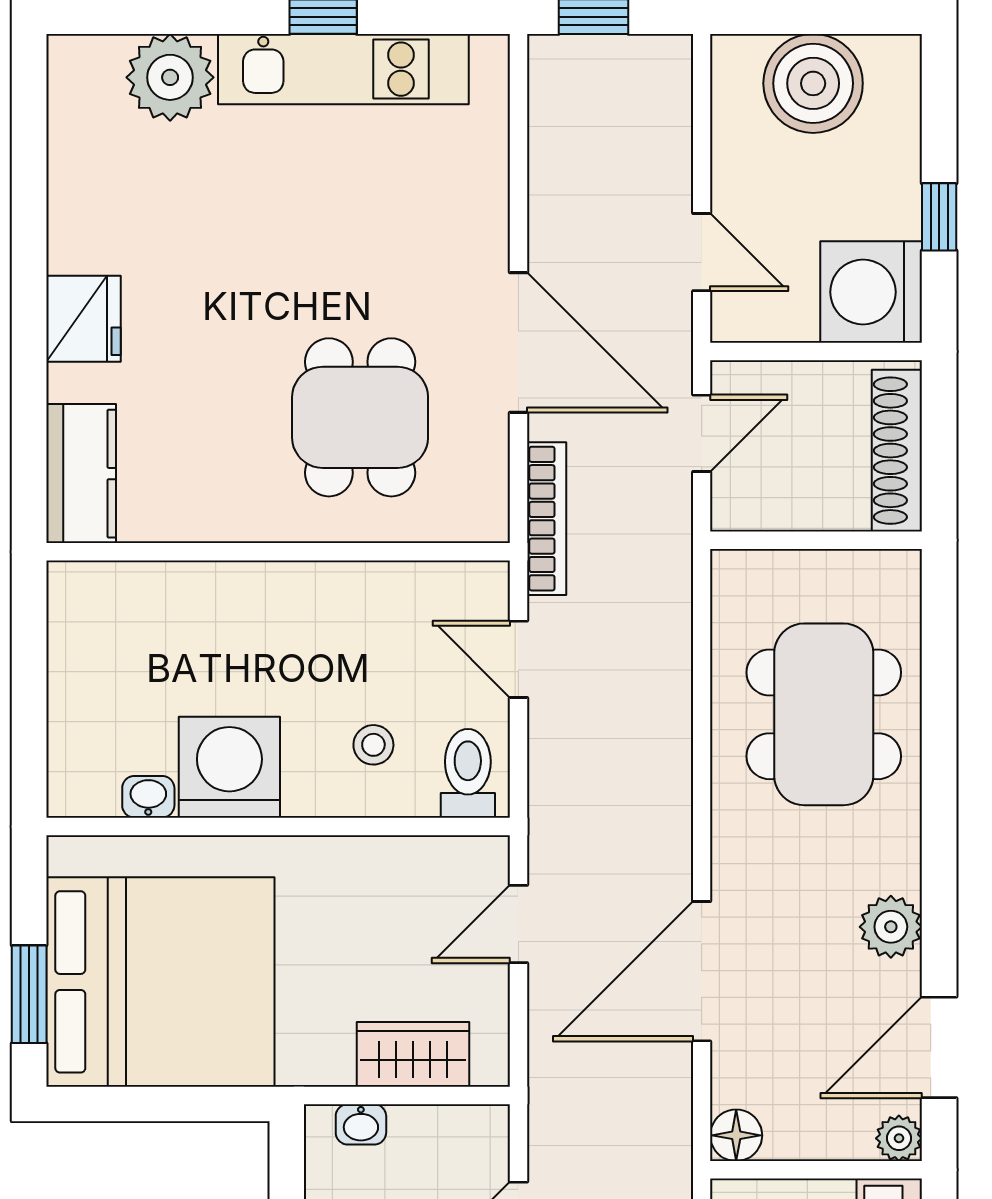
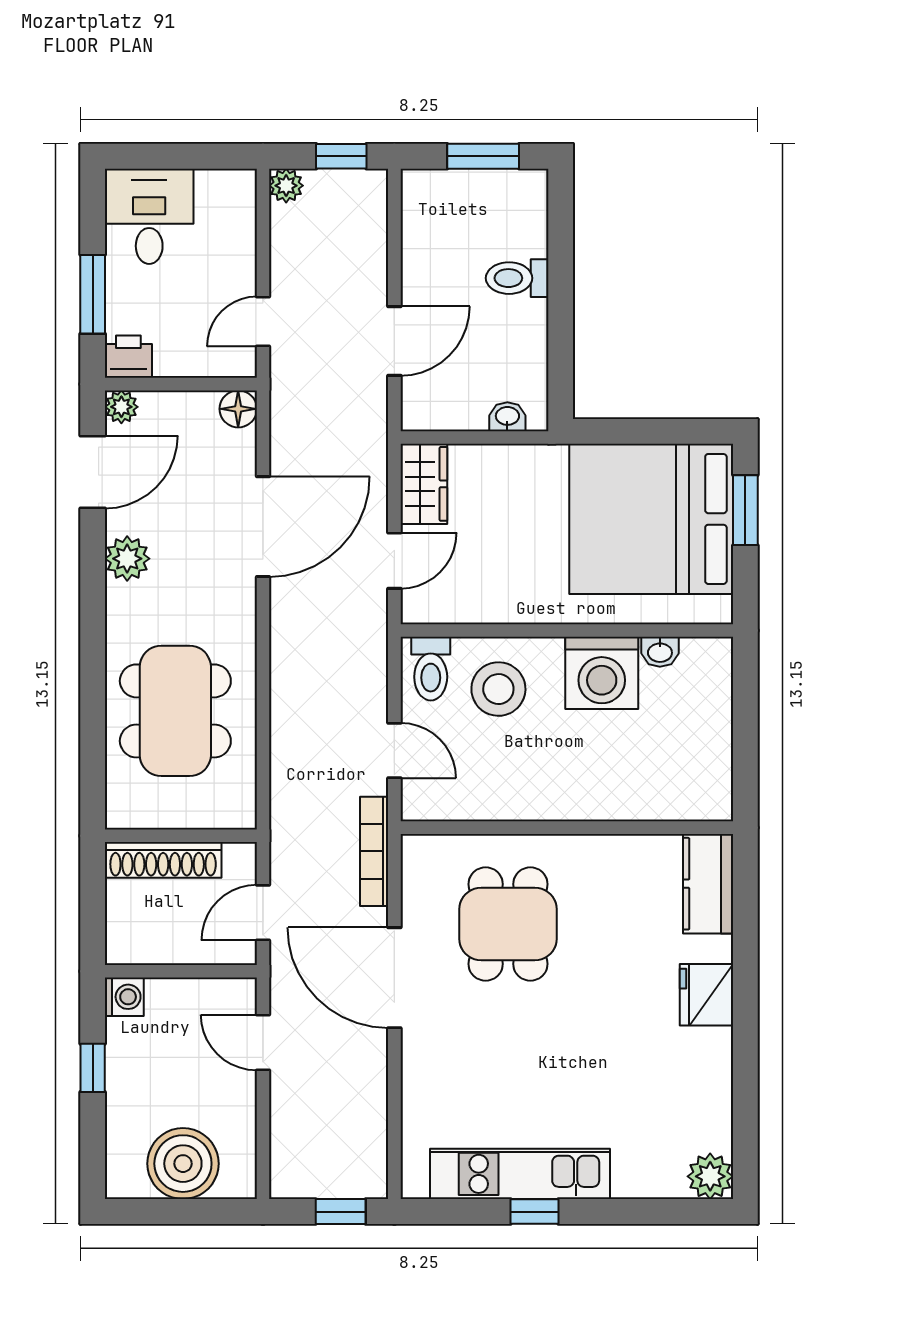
plant: (170, 77) -> (710, 1176), moved, width x0.73, depth x0.73
washing machine: (871, 292) -> (124, 997), width x0.53, depth x0.53
shoe rack: (897, 451) -> (163, 860), moved, turned 90
stool: (373, 745) -> (498, 689), width x1.89, depth x1.89
wardrobe: (413, 1054) -> (424, 484), moved, turned -90

